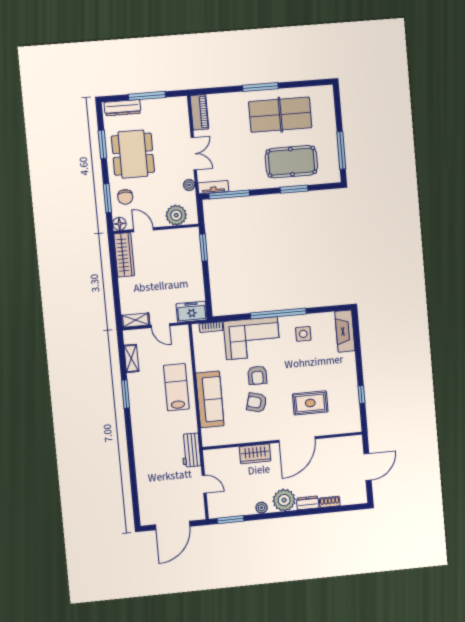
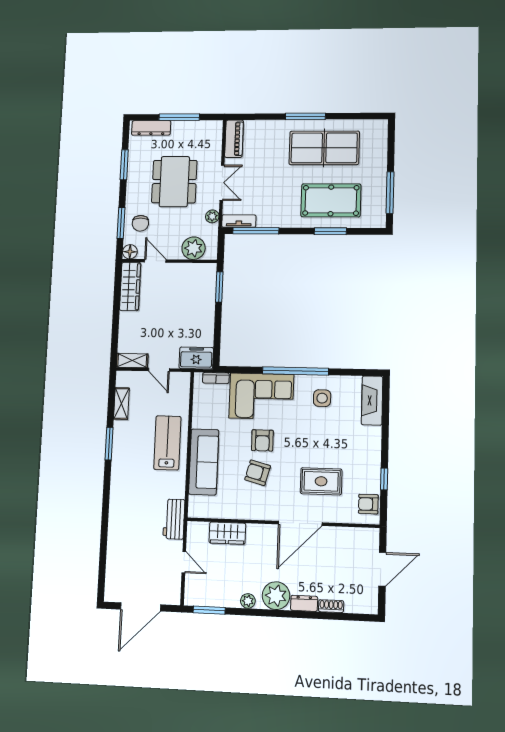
dining table: (133, 154) -> (174, 182), moved
armchair: (351, 416) -> (368, 504), added
wardrobe: (255, 454) -> (227, 533), moved

